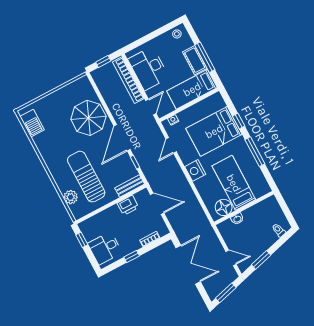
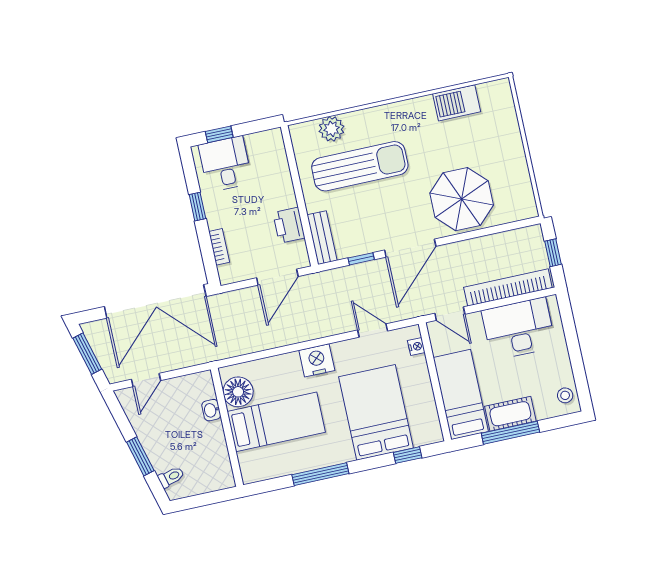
window: (239, 121) -> (408, 455), moved
barbecue: (32, 123) -> (457, 103), moved
door: (122, 138) -> (410, 248), swing flipped
window: (82, 240) -> (219, 134), moved
window: (261, 260) -> (140, 456), moved
double door: (188, 265) -> (155, 301), width x1.36

